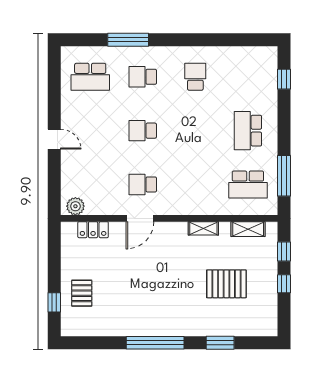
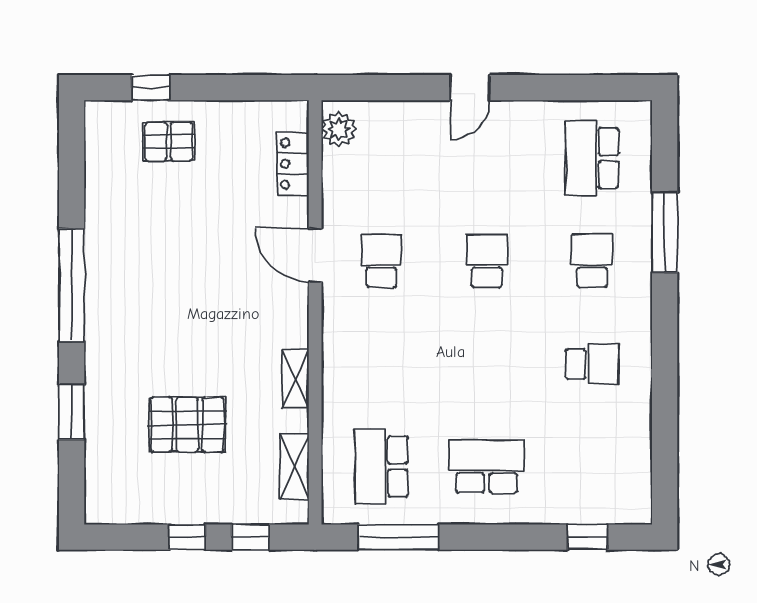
pallet: (226, 284) -> (187, 425), turned 90

